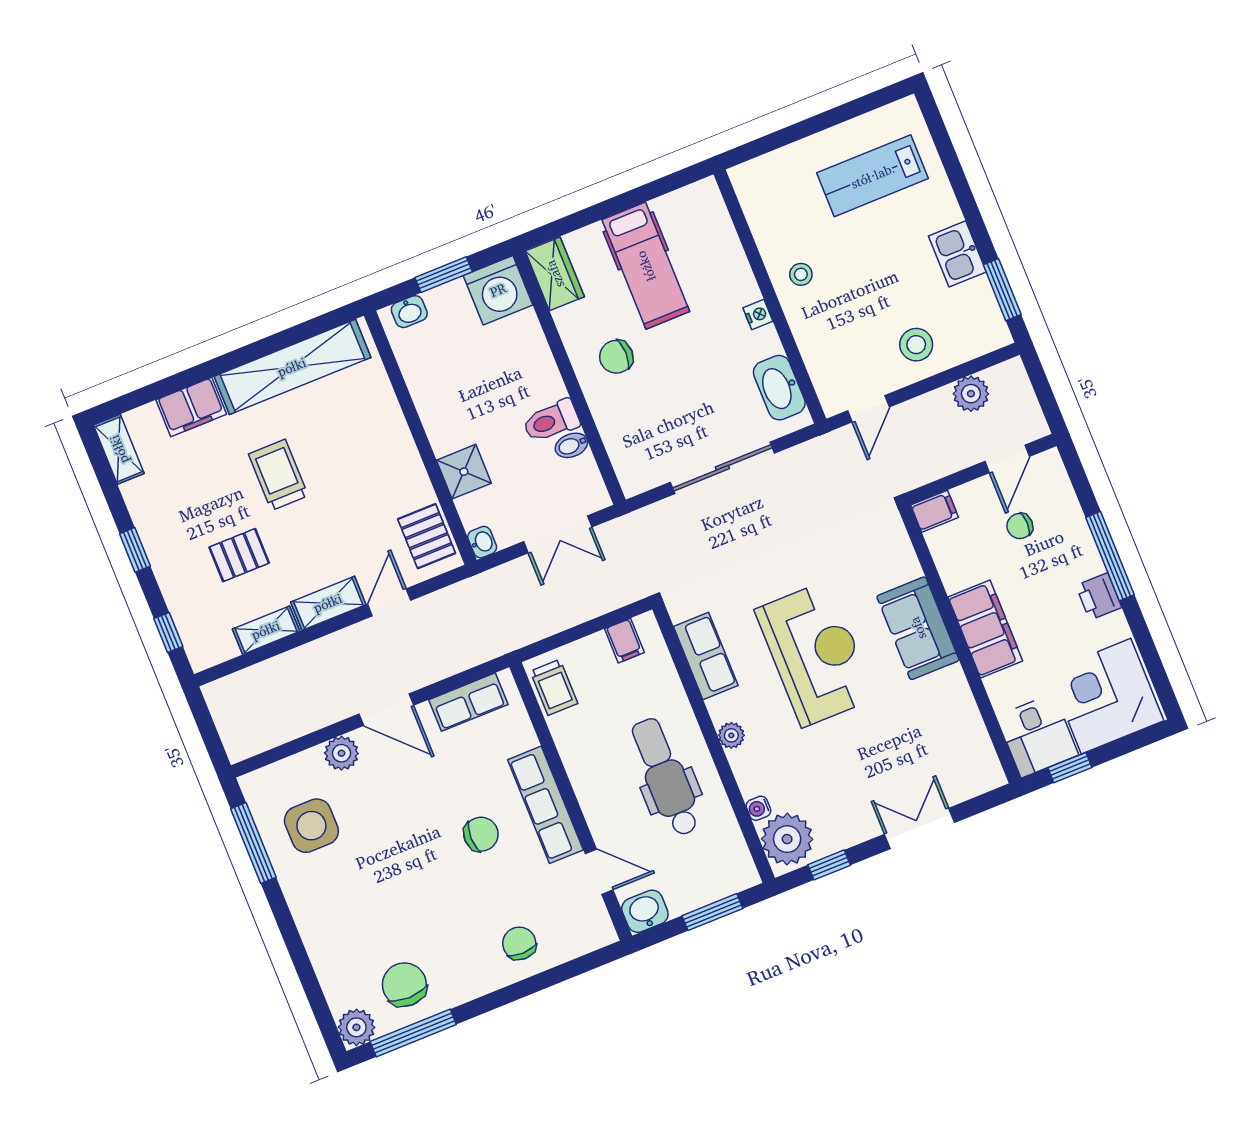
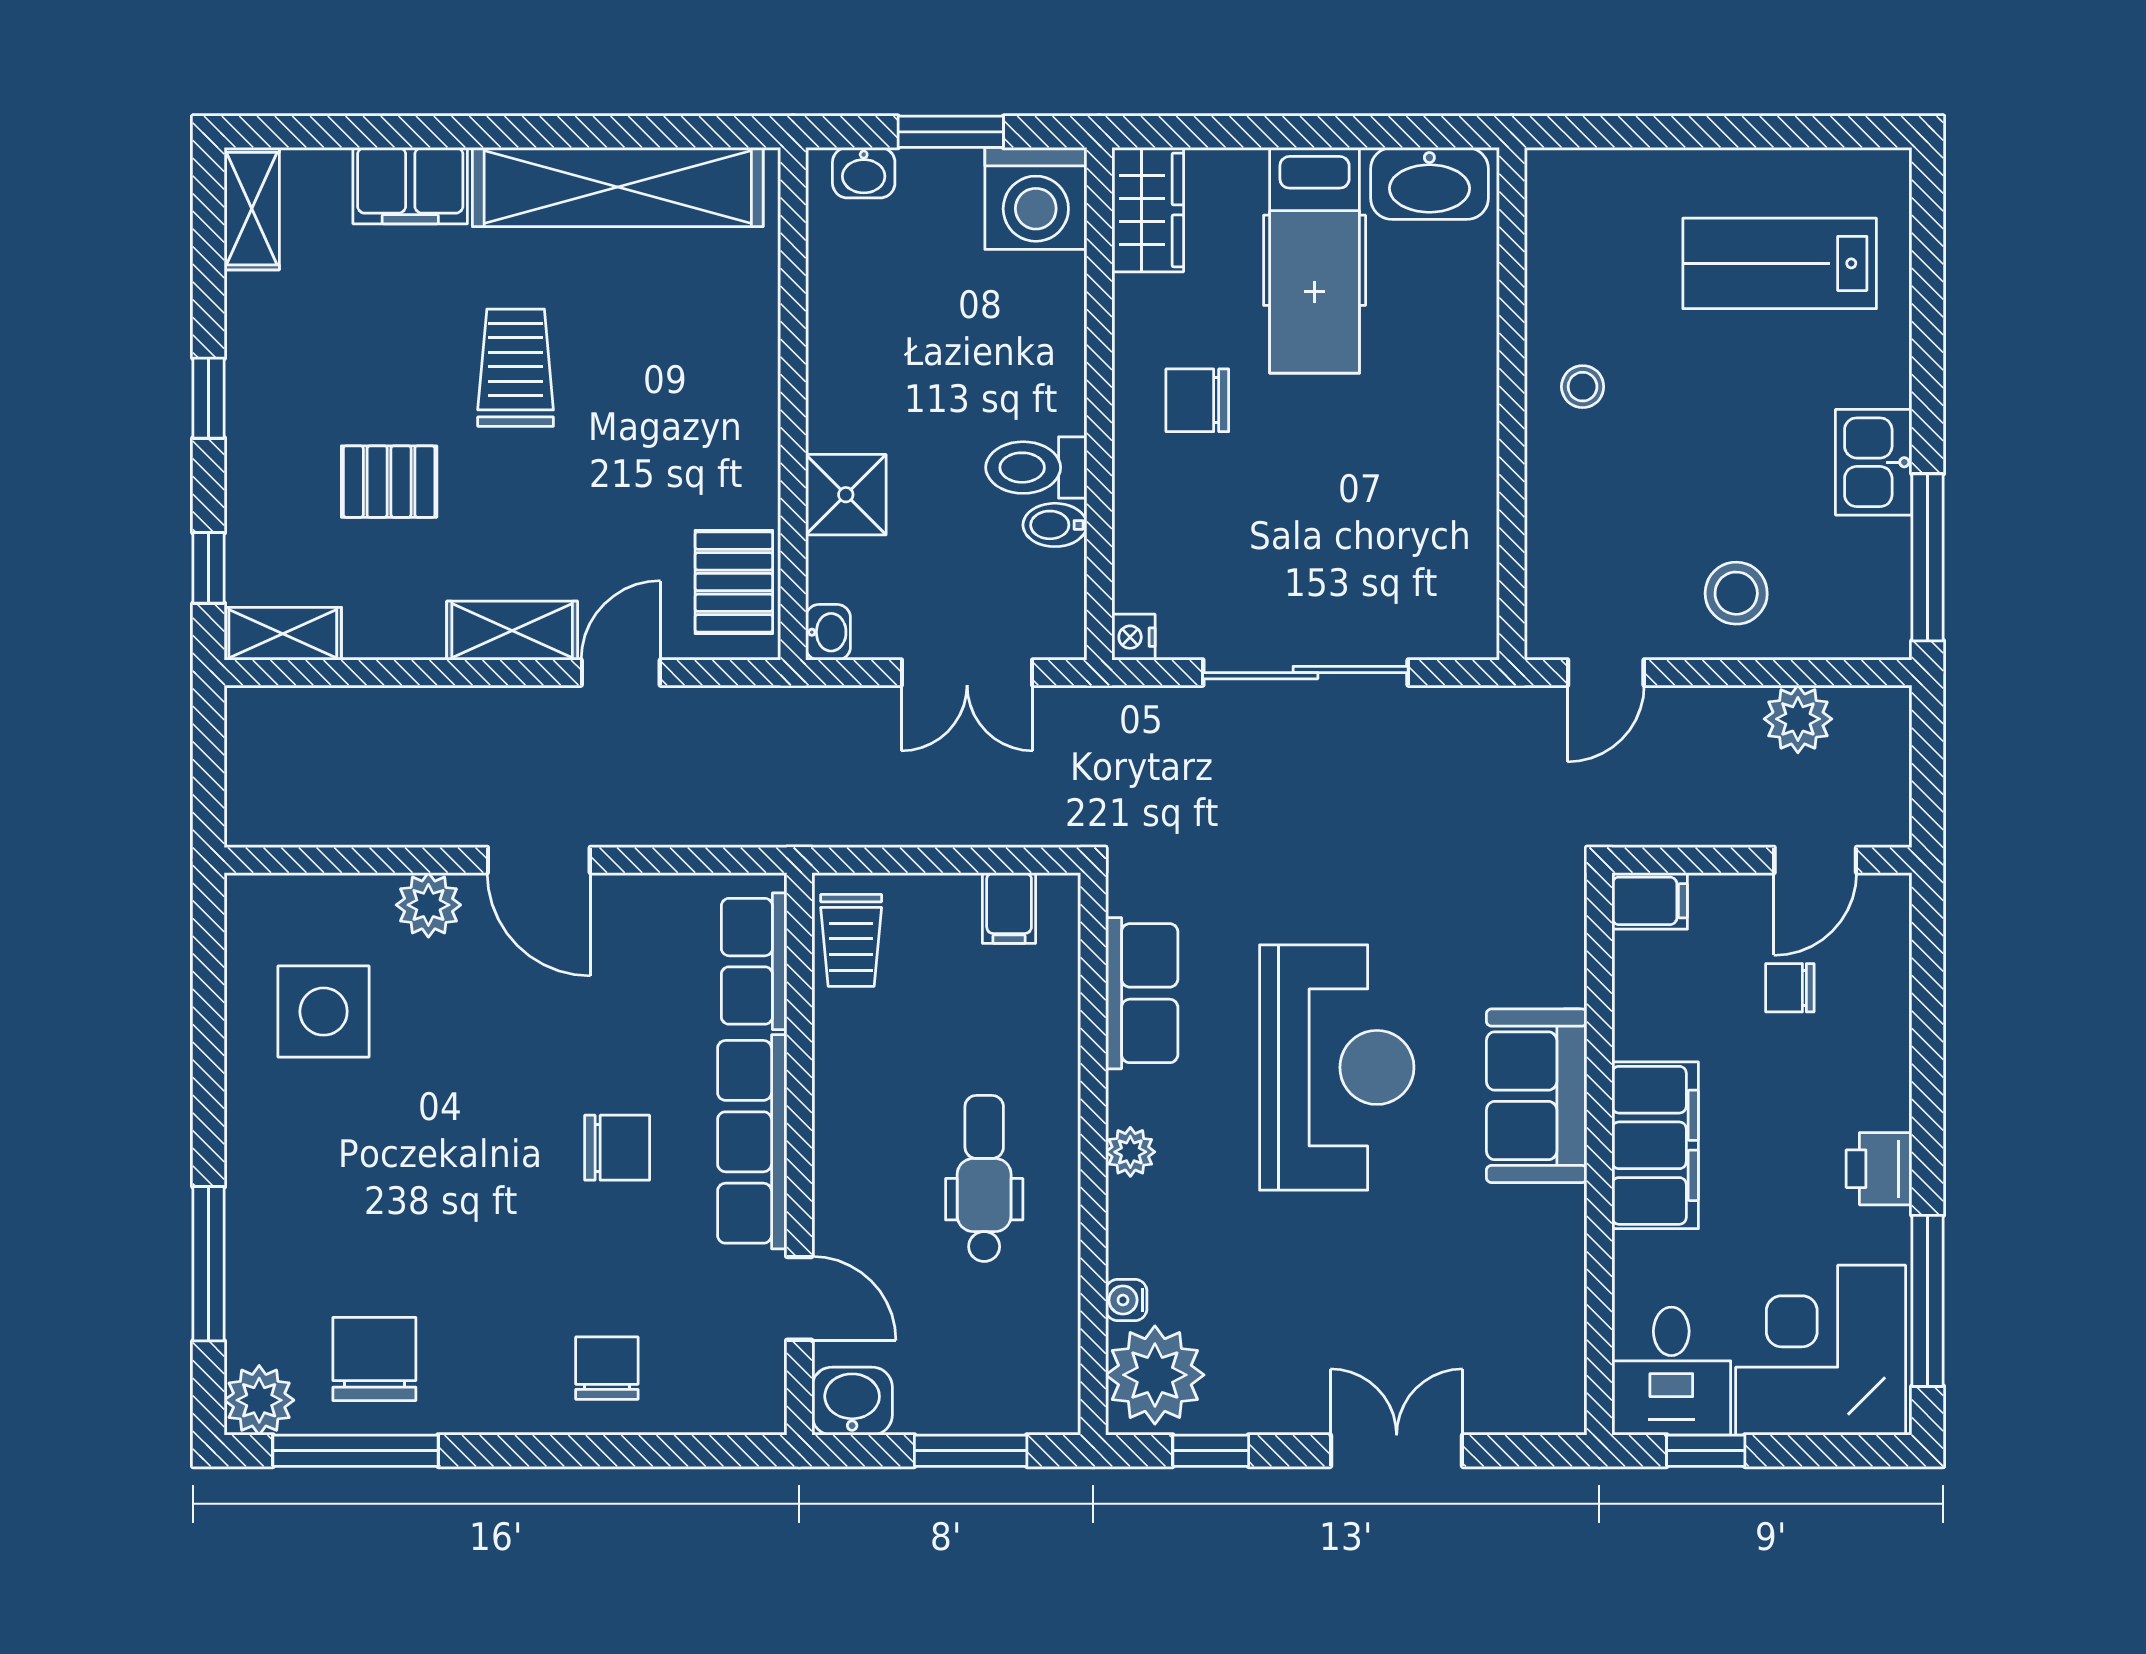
window: (1002, 290) -> (1928, 557), width x1.44
nightstand: (758, 315) -> (1133, 637), moved, turned 180
washbasin: (779, 388) -> (1429, 183), moved, turned -90
window: (1110, 556) -> (1928, 1301), moved
shelving: (266, 630) -> (283, 634), moved
row of seats: (468, 702) -> (754, 961), moved, turned 90
dental chair: (665, 777) -> (984, 1178), width x0.73, depth x0.72
window: (253, 843) -> (209, 1264), moved

